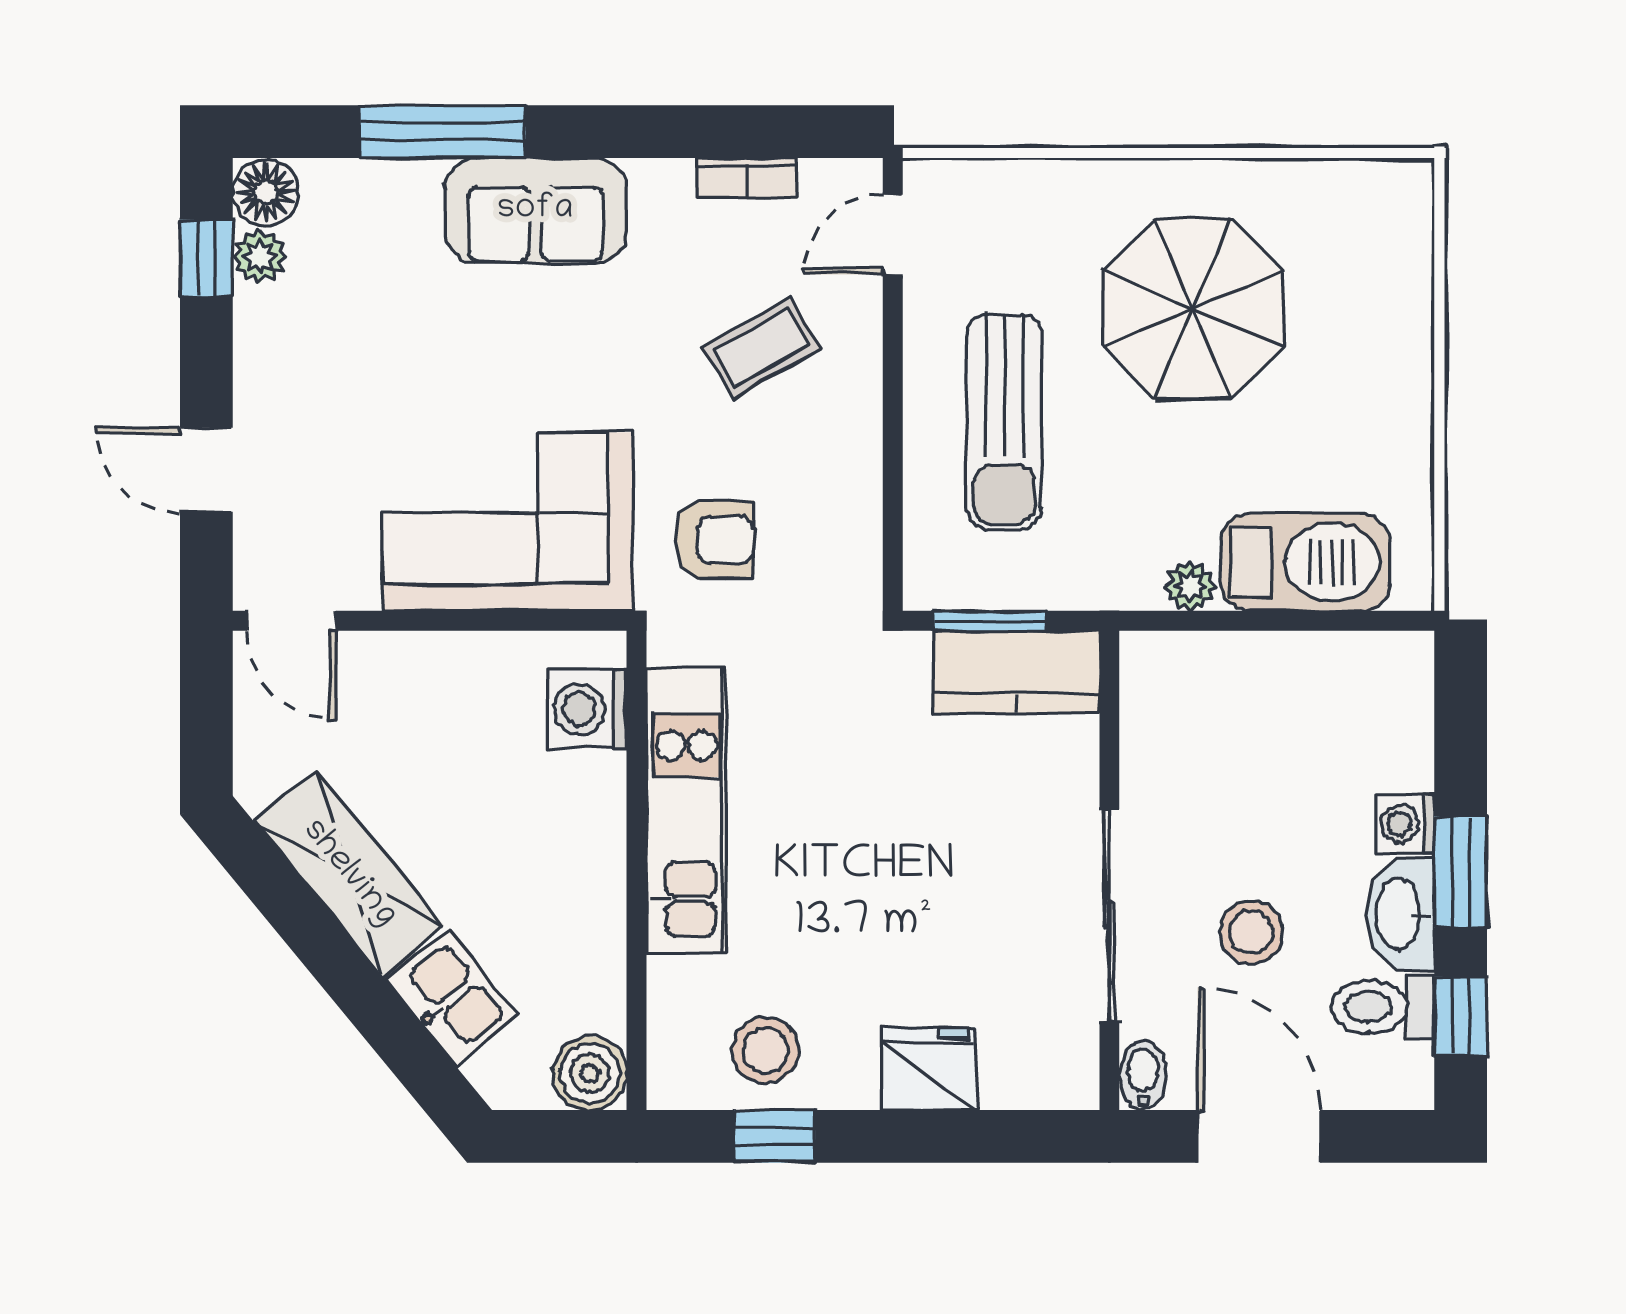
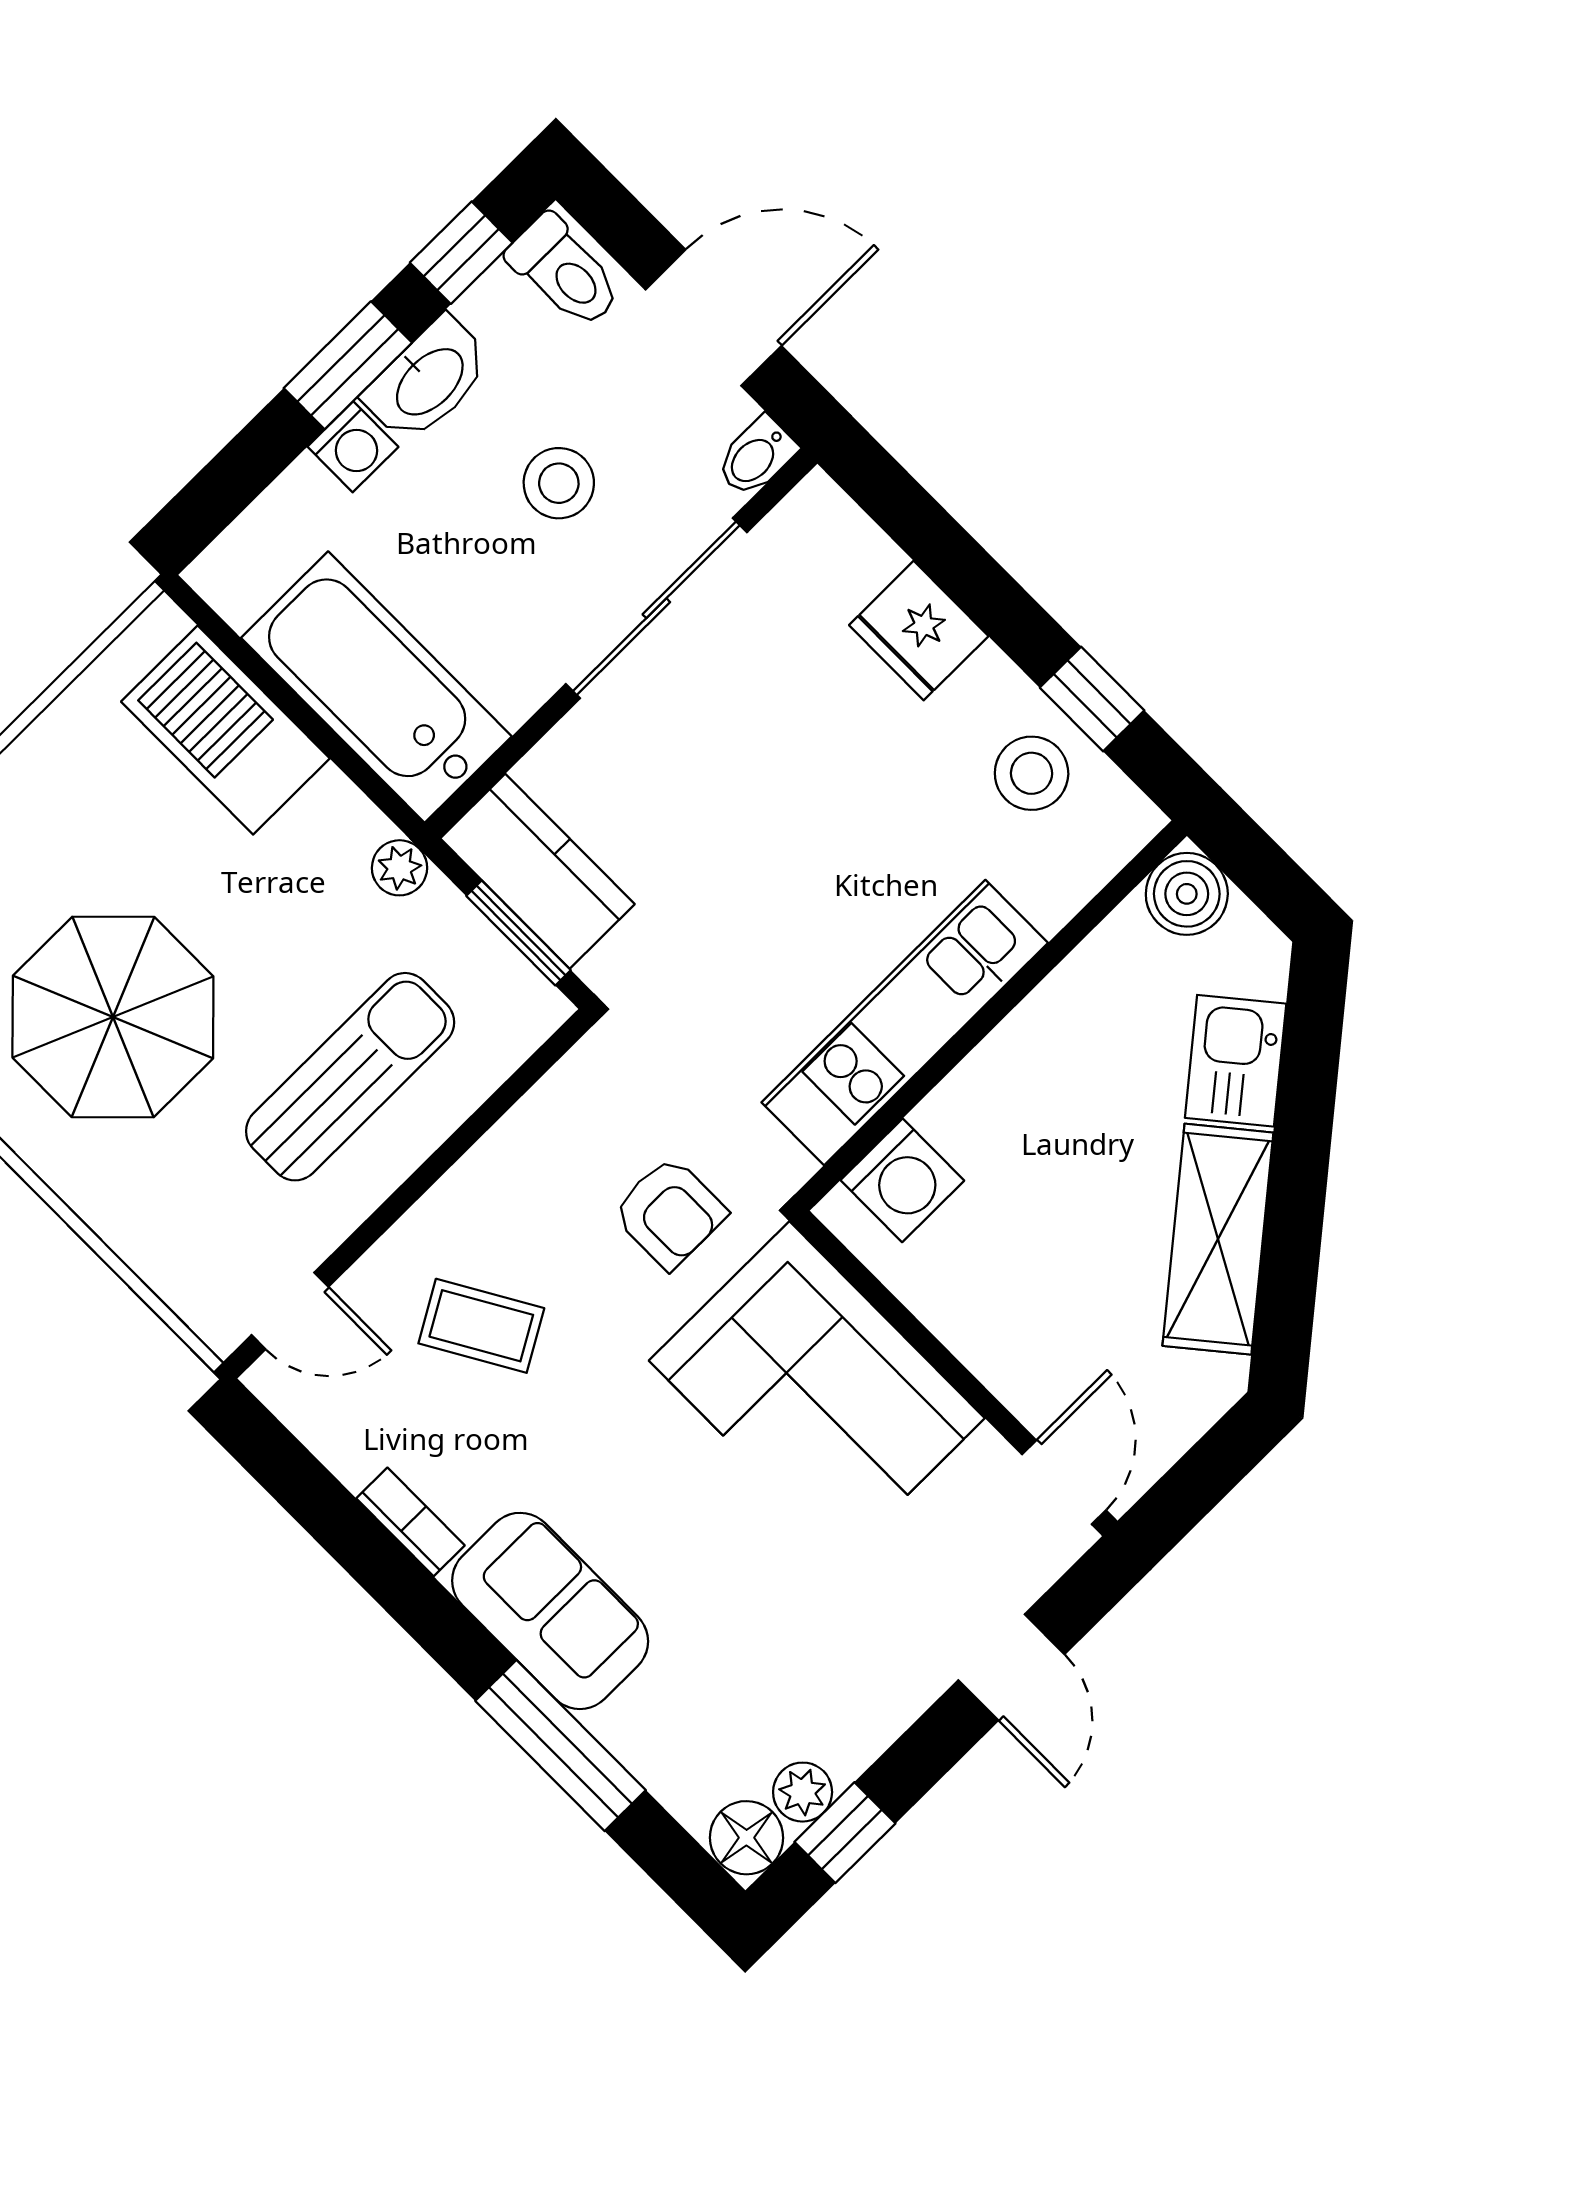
bookcase: (746, 178) -> (410, 1522), moved
armchair: (714, 540) -> (670, 1213), turned 180
plant: (1190, 586) -> (400, 868), moved
bathtub: (1237, 686) -> (376, 687), added
toilet: (1383, 1007) -> (565, 272), moved
door: (1259, 1136) -> (713, 318), swing flipped

